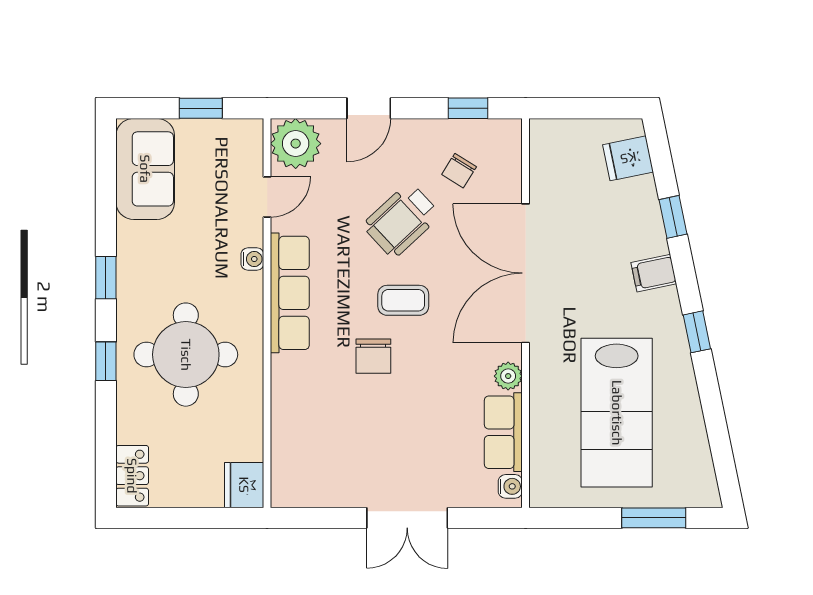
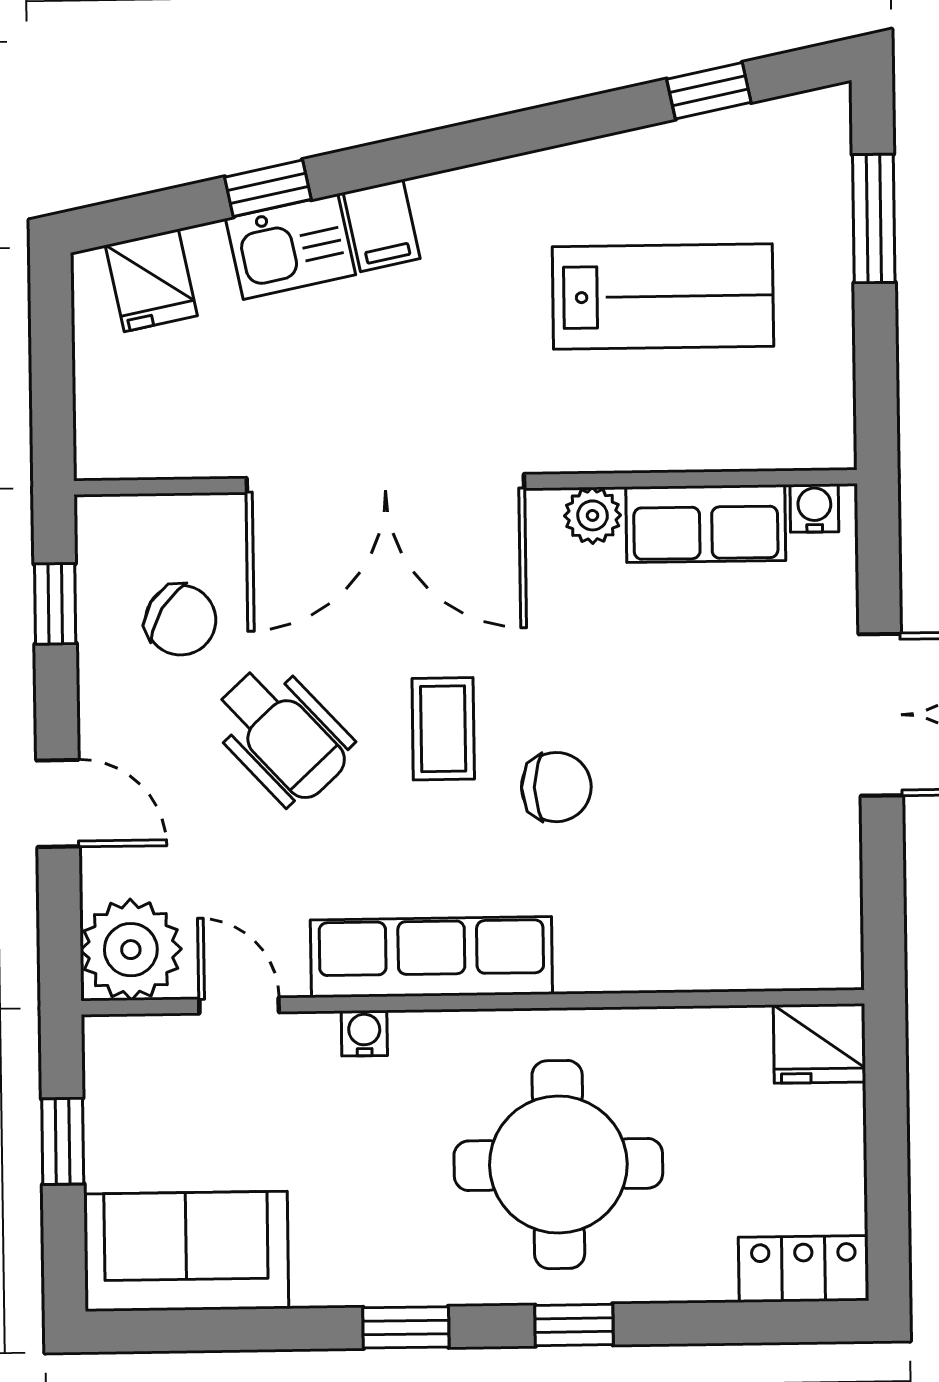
chair: (459, 171) -> (181, 620), width x1.37, depth x1.37
kitchen sink: (644, 228) -> (291, 247), added
window: (697, 332) -> (709, 91), moved
lab bench: (617, 413) -> (663, 296), width x0.73, depth x0.72

